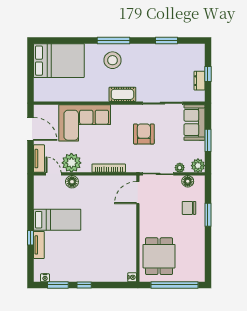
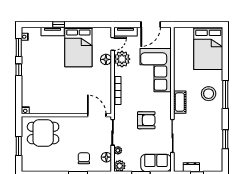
bed: (57, 220) -> (78, 47), width x1.50
window: (175, 285) -> (19, 146), width x0.47

